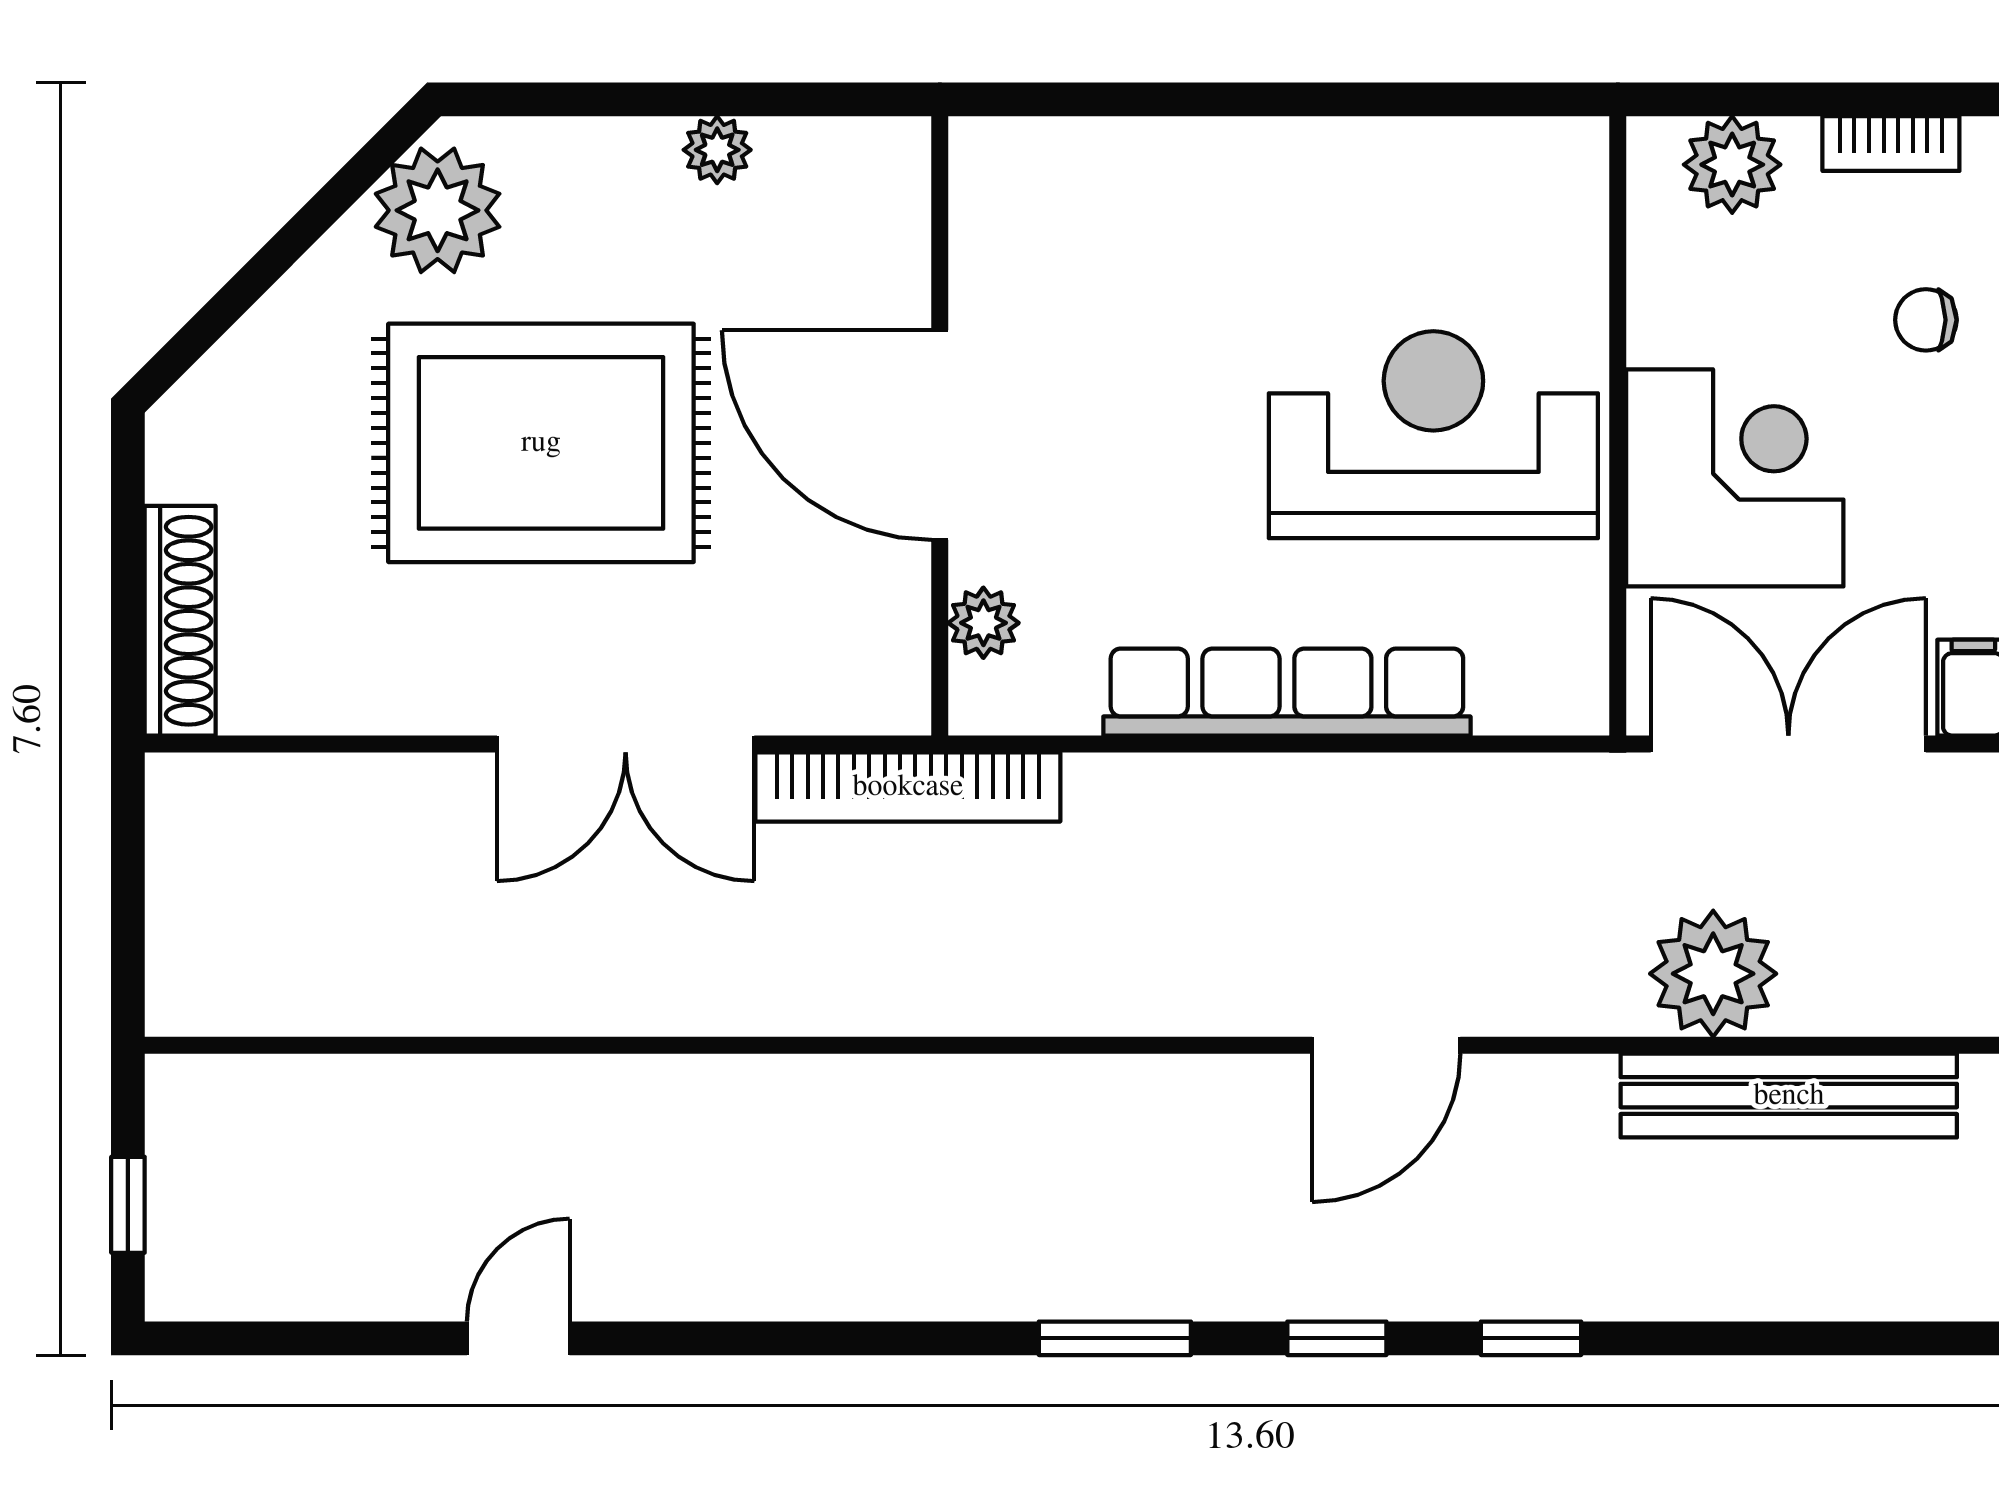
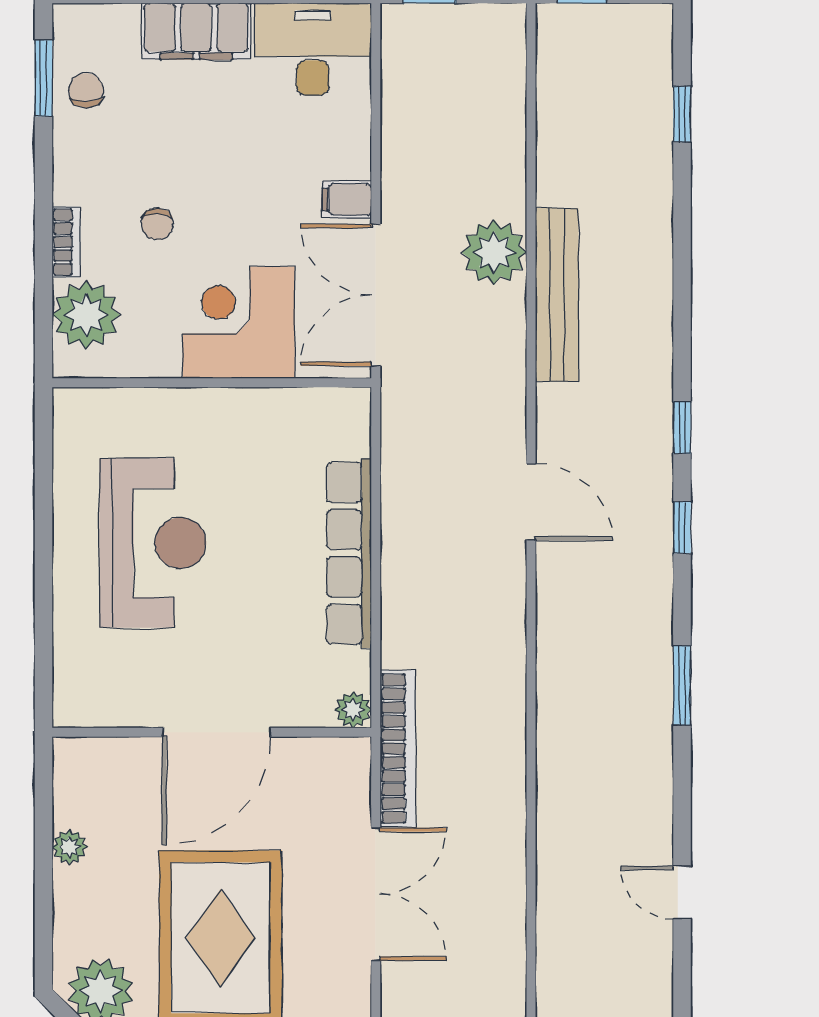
plant: (1732, 165) -> (86, 315), width x1.36, depth x1.36
reception desk: (1433, 435) -> (153, 543), moved, turned 180
plant: (983, 623) -> (353, 710), moved
plant: (1713, 974) -> (494, 252), moved
door: (518, 1338) -> (682, 893), moved
window: (1115, 1338) -> (682, 686), moved

